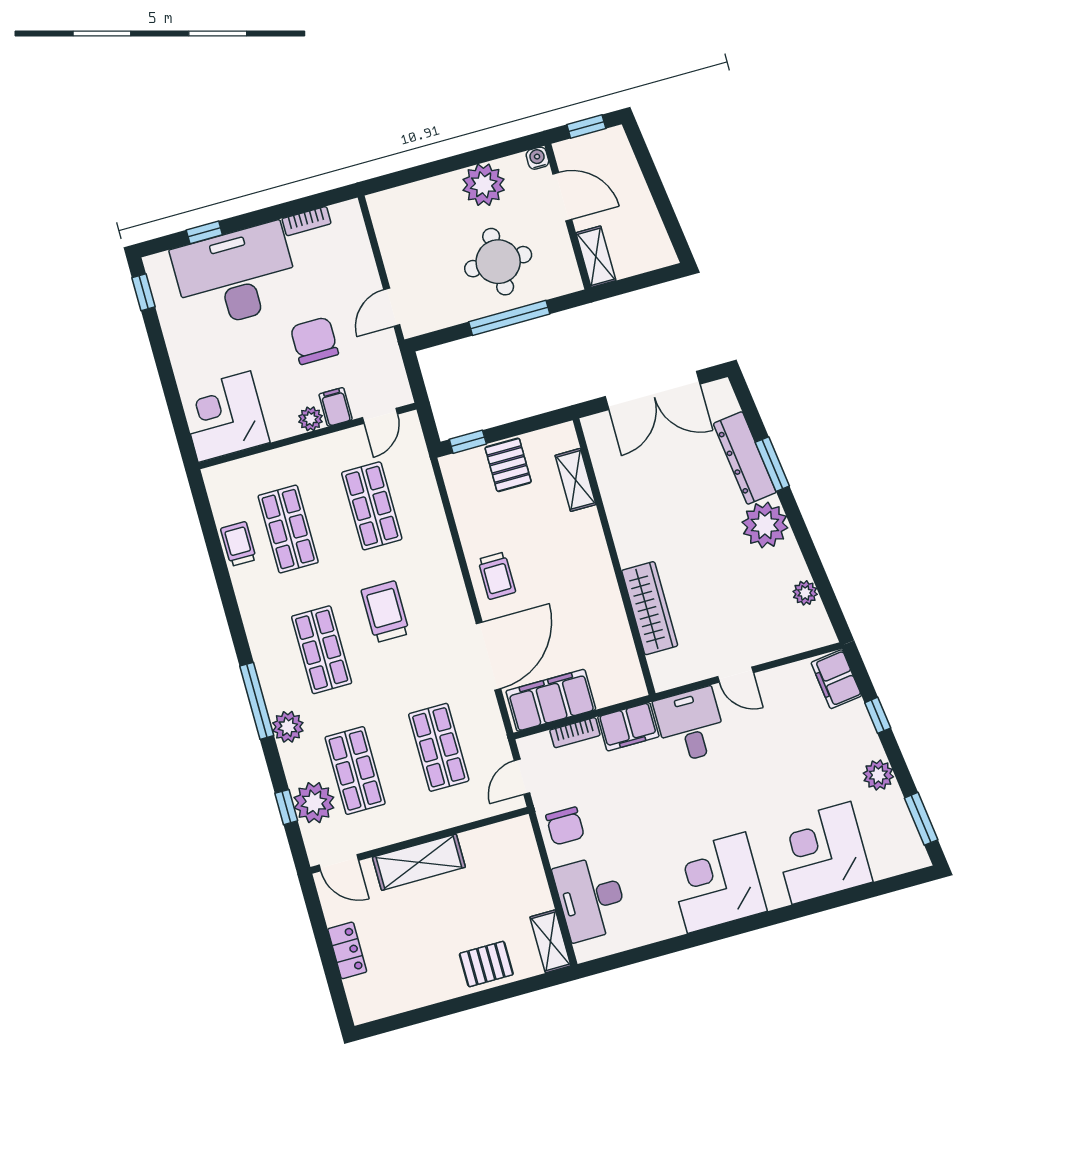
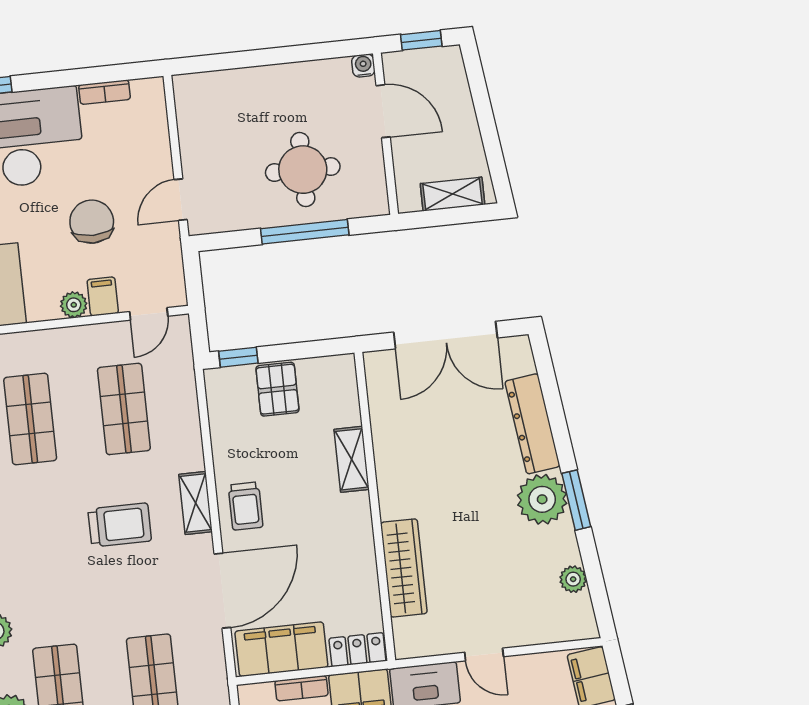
plant: (484, 185) -> (301, 84), removed
shelving: (596, 257) -> (452, 194), moved, turned 90
window: (772, 464) -> (576, 500), moved
shelving: (576, 480) -> (352, 459), moved
shelving: (451, 580) -> (196, 503), added
trolley: (385, 612) -> (120, 525), turned 90
shop shelf: (322, 650) -> (45, 554), removed
locker: (620, 689) -> (357, 650), added

